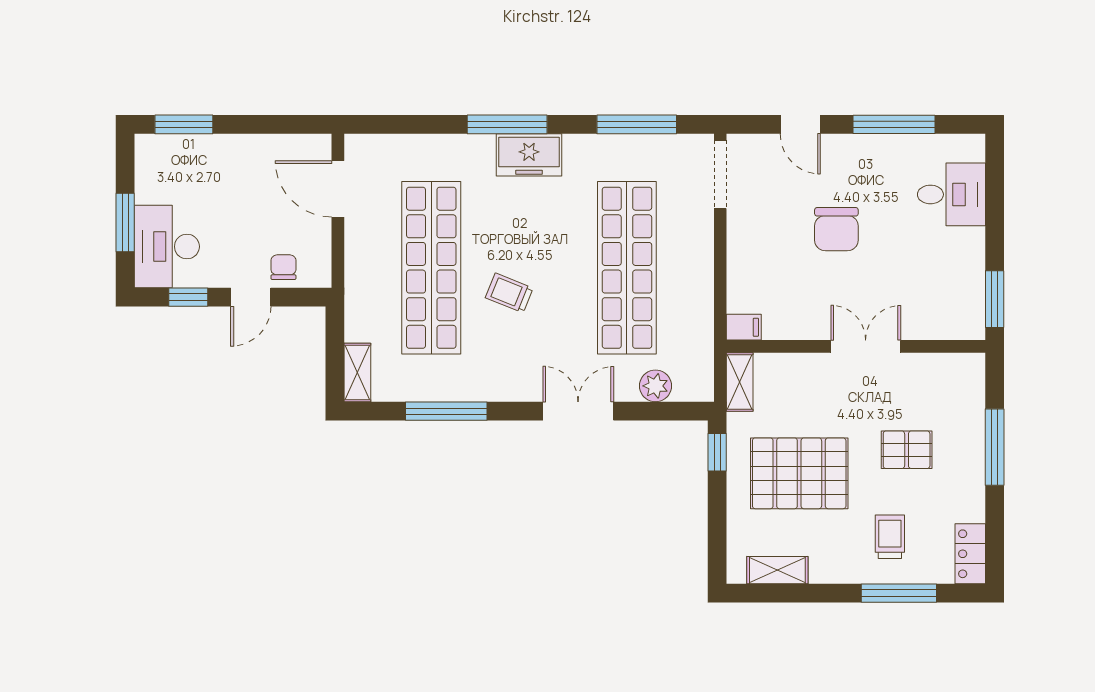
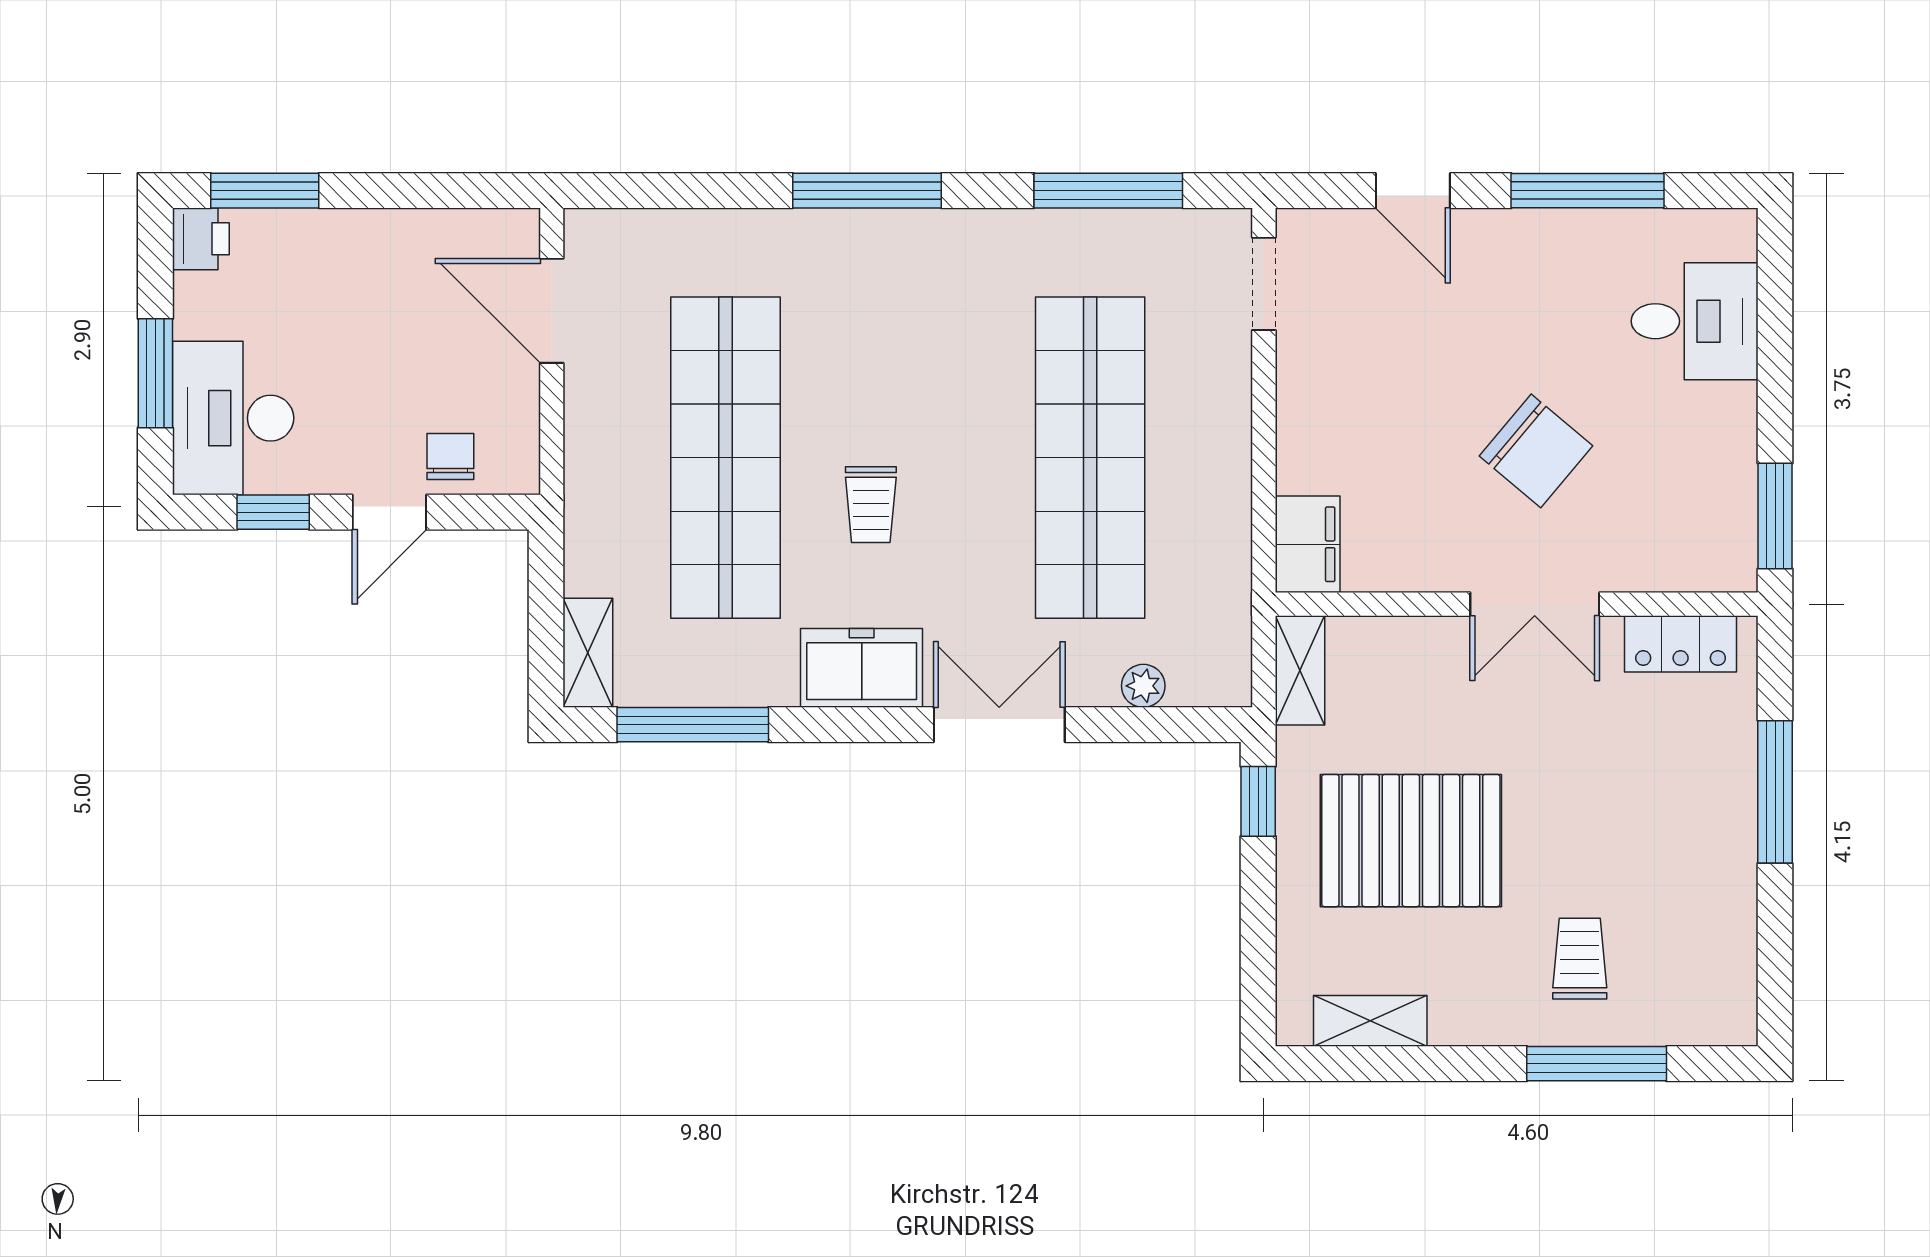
printer: (150, 150) -> (201, 239), added
freezer: (529, 155) -> (862, 668), moved, turned 180
doorway: (720, 174) -> (1264, 284), width x0.73
chair: (836, 229) -> (1536, 451), moved, turned -50
trolley: (509, 293) -> (871, 505), turned -112
filing cabinet: (744, 327) -> (1308, 544), width x2.00
double door: (866, 346) -> (1535, 604), swing flipped
plant: (655, 386) -> (1143, 686), width x0.73, depth x0.73
window: (446, 411) -> (693, 725), moved
pallet: (907, 450) -> (1611, 797), removed
locker: (970, 554) -> (1681, 644), moved, turned -90

